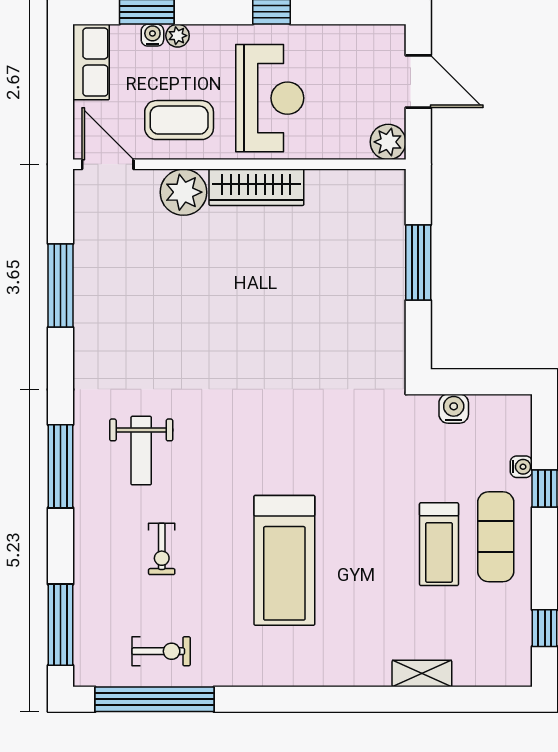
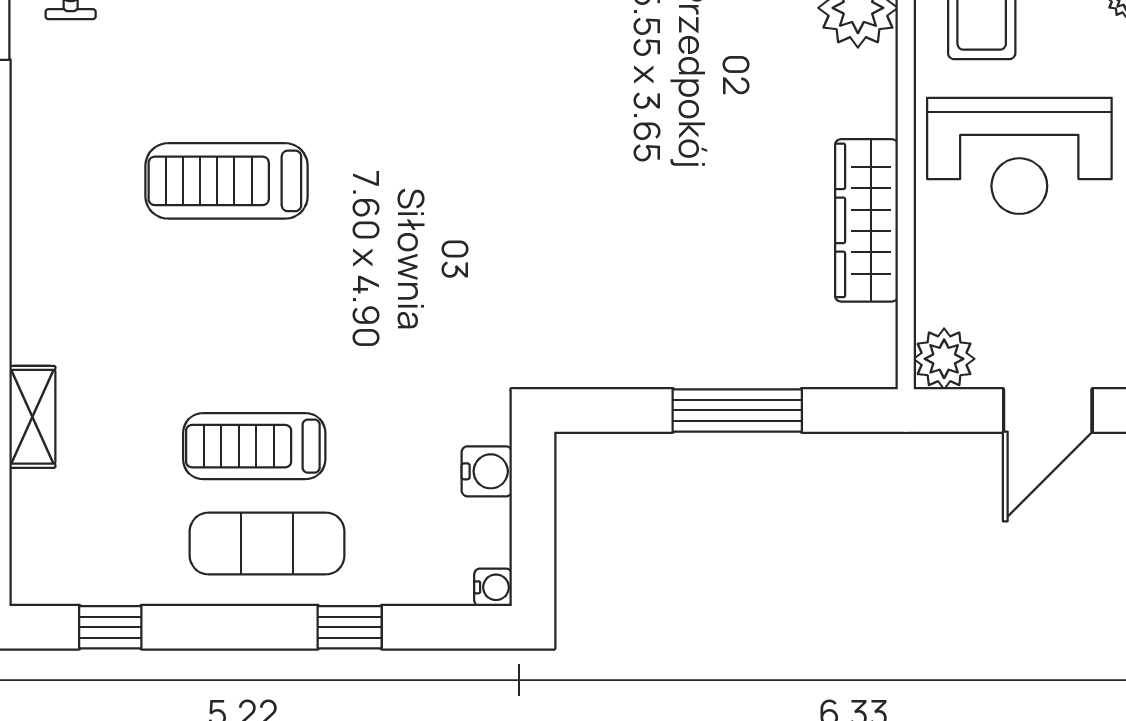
wardrobe: (256, 187) -> (866, 220), moved
water cooler: (521, 467) -> (493, 587), moved, turned -90
treadmill: (284, 560) -> (227, 181), width x0.73, depth x0.73

